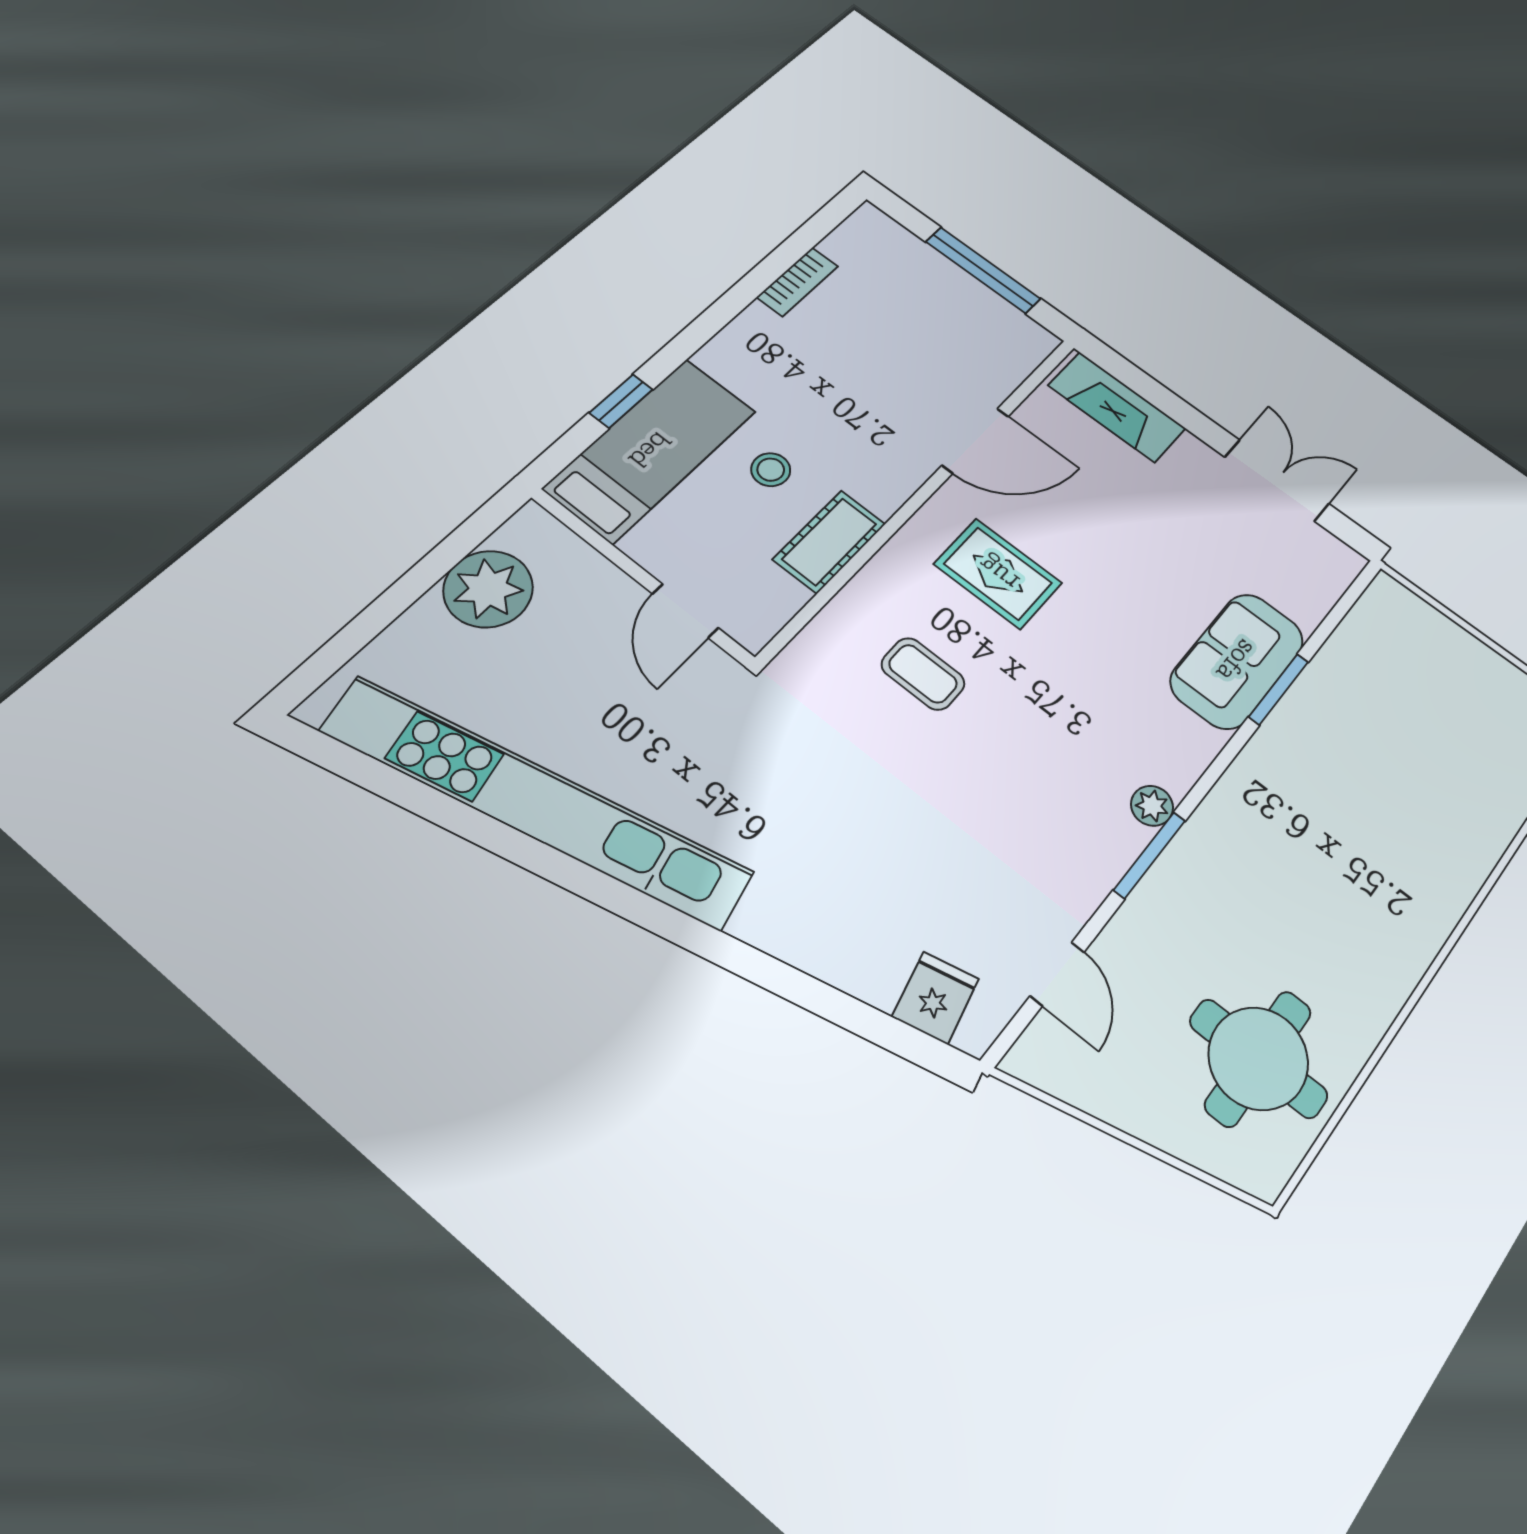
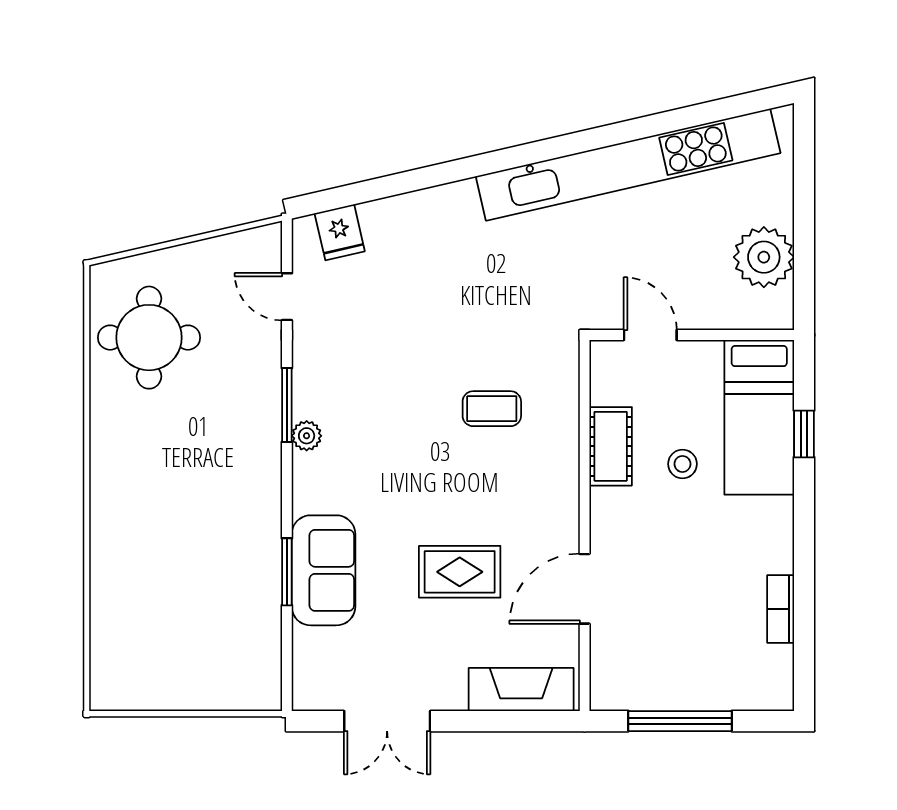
rug: (998, 573) -> (460, 572), moved

